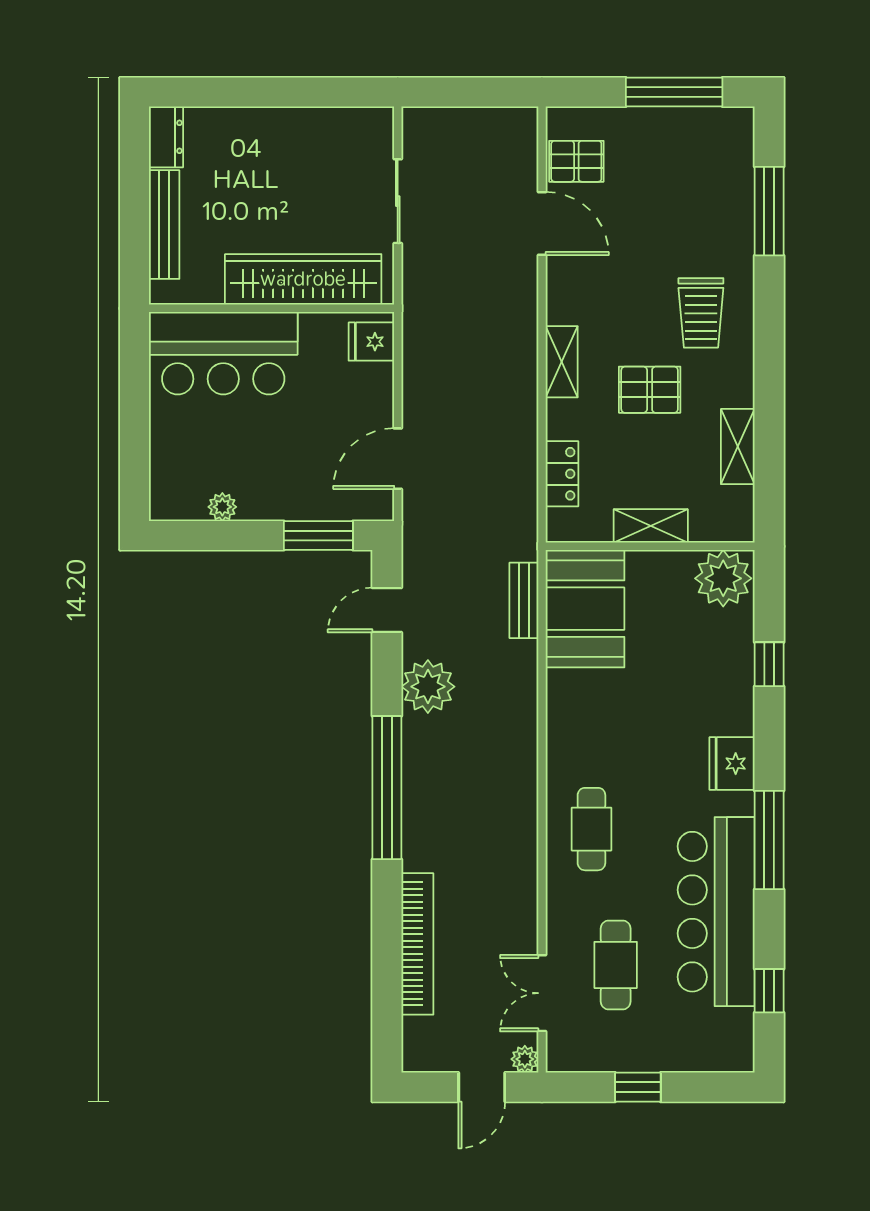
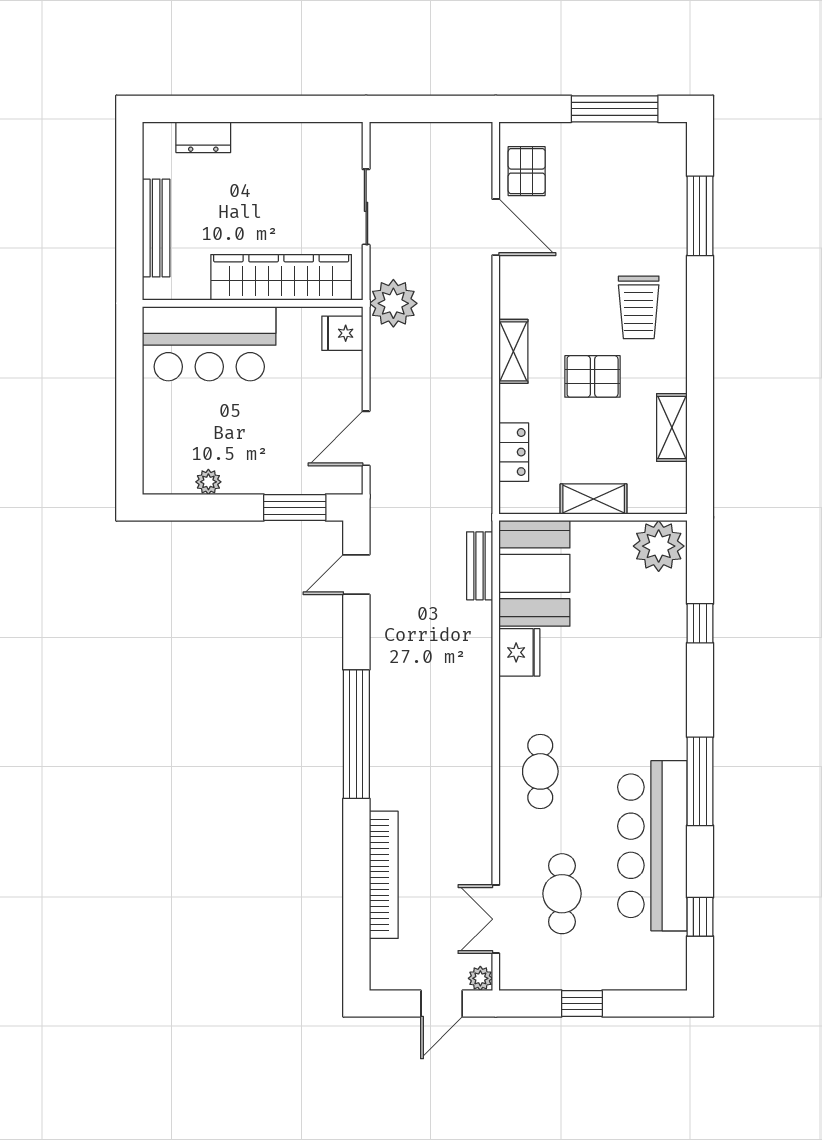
dresser: (166, 137) -> (203, 137), moved, turned 90
pallet: (576, 161) -> (527, 171), turned 90
plant: (428, 687) -> (393, 303), moved
fridge: (732, 764) -> (519, 652), moved, turned 180

